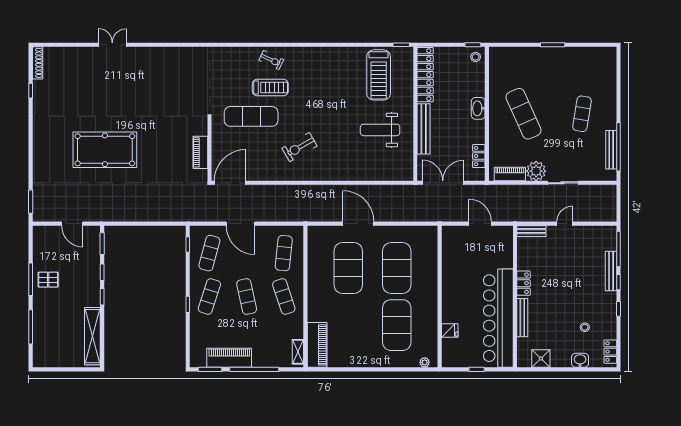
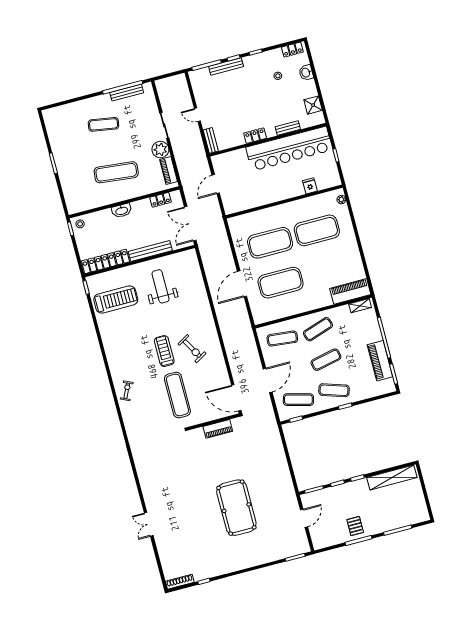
treadmill: (270, 87) -> (164, 351), moved
exercise mat: (523, 114) -> (116, 172), turned 30
weight bench: (380, 130) -> (161, 286), turned 180
bench: (522, 318) -> (288, 128), width x0.73

